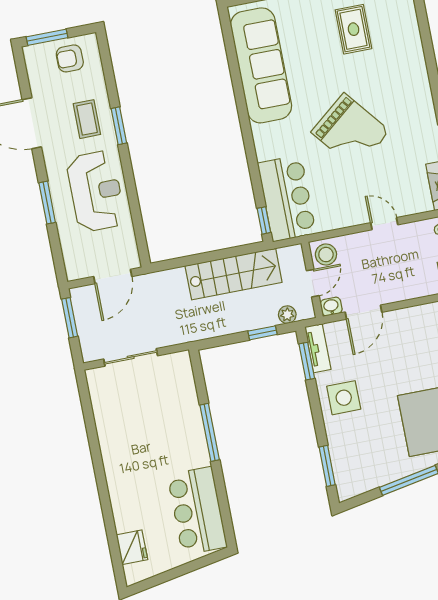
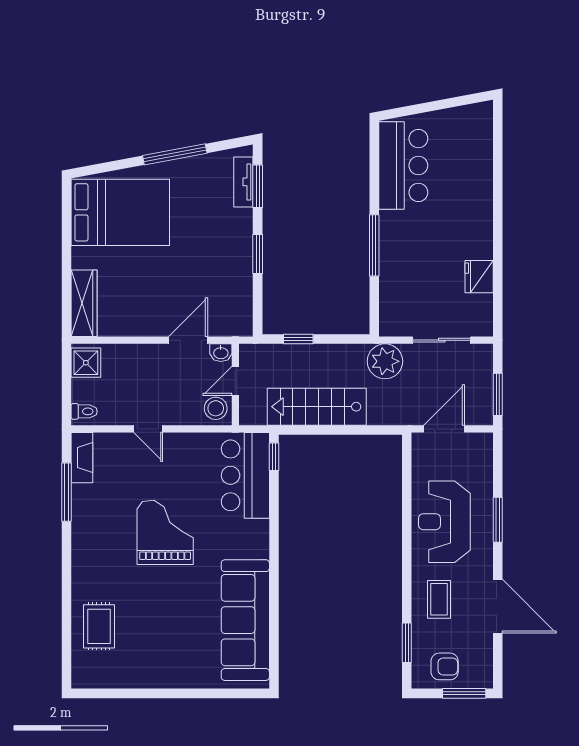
rug: (353, 29) -> (99, 626), moved
window: (119, 126) -> (407, 643), moved
grand piano: (350, 132) -> (165, 532), turned 39
plant: (287, 315) -> (385, 361), moved, width x1.88, depth x1.88
tv unit: (318, 348) -> (243, 182), moved
window: (307, 361) -> (258, 254), moved
side table: (344, 398) -> (226, 254), removed
fridge: (132, 547) -> (479, 277), moved

